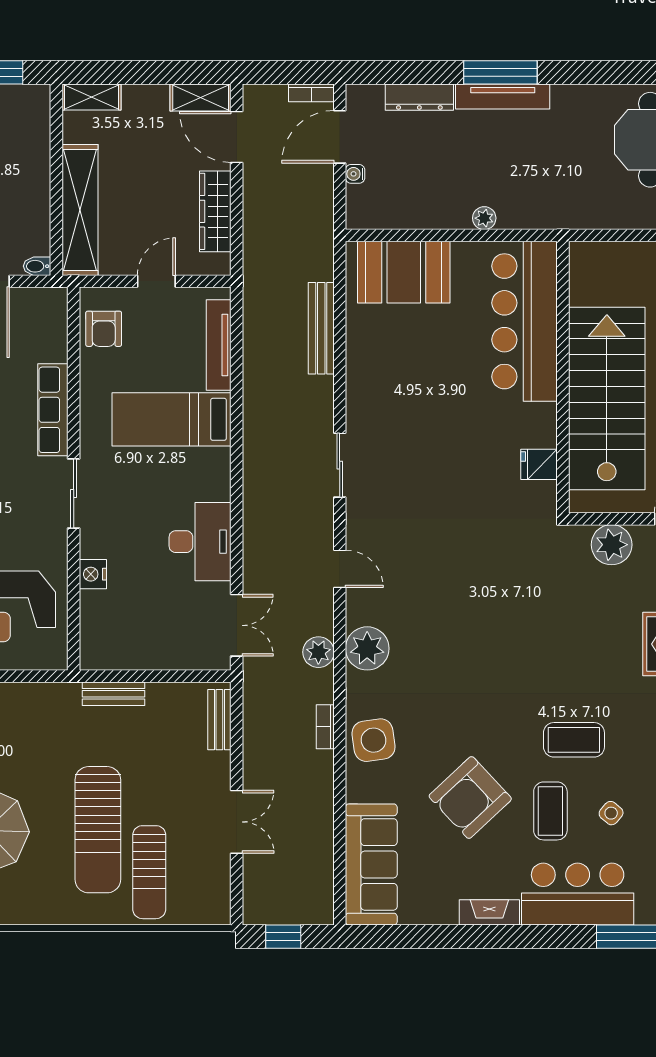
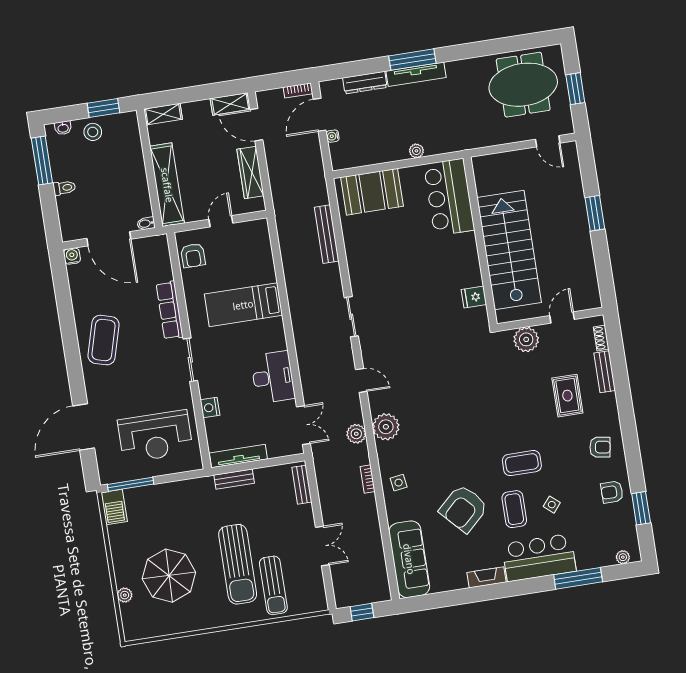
bar counter: (525, 321) -> (449, 197), width x0.73
tv unit: (219, 345) -> (238, 456), moved, turned 90
side table: (374, 740) -> (399, 483), width x0.54, depth x0.54

